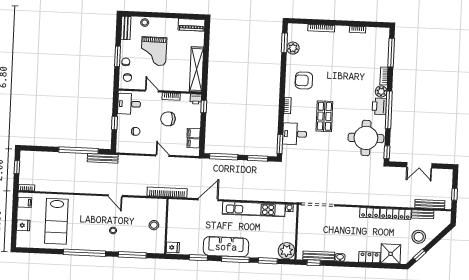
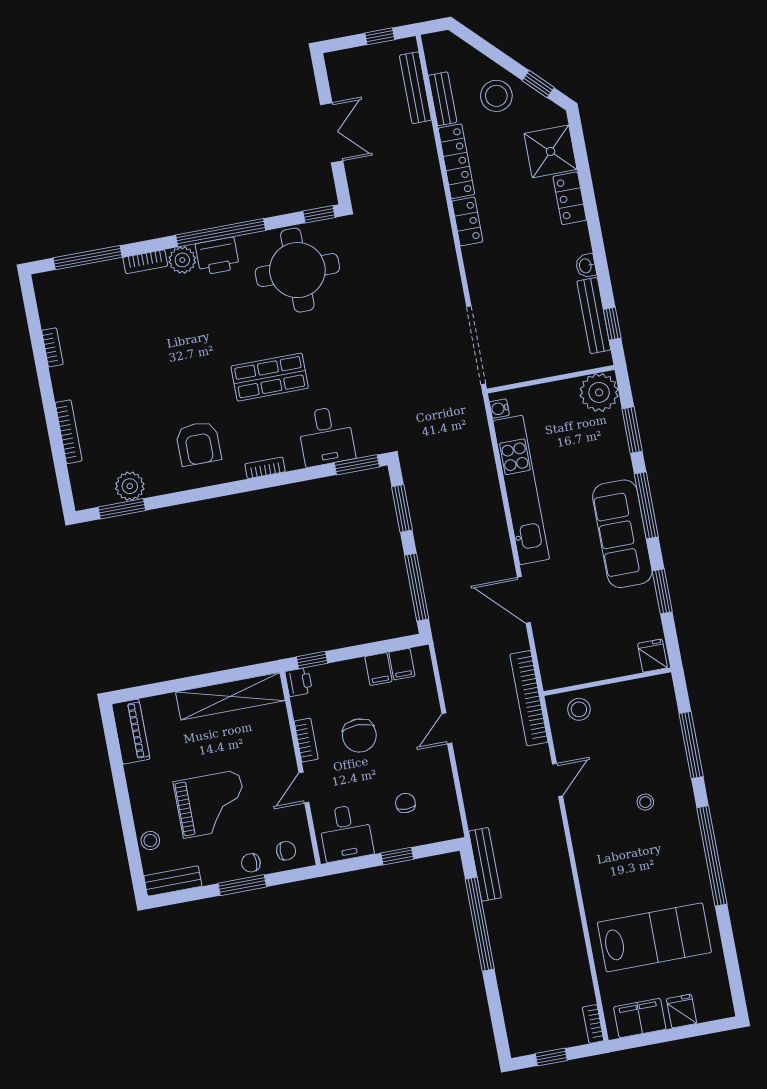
door: (115, 196) -> (557, 780), moved
filing cabinet: (25, 202) -> (640, 1018), width x2.00
stool: (154, 225) -> (579, 709), moved

